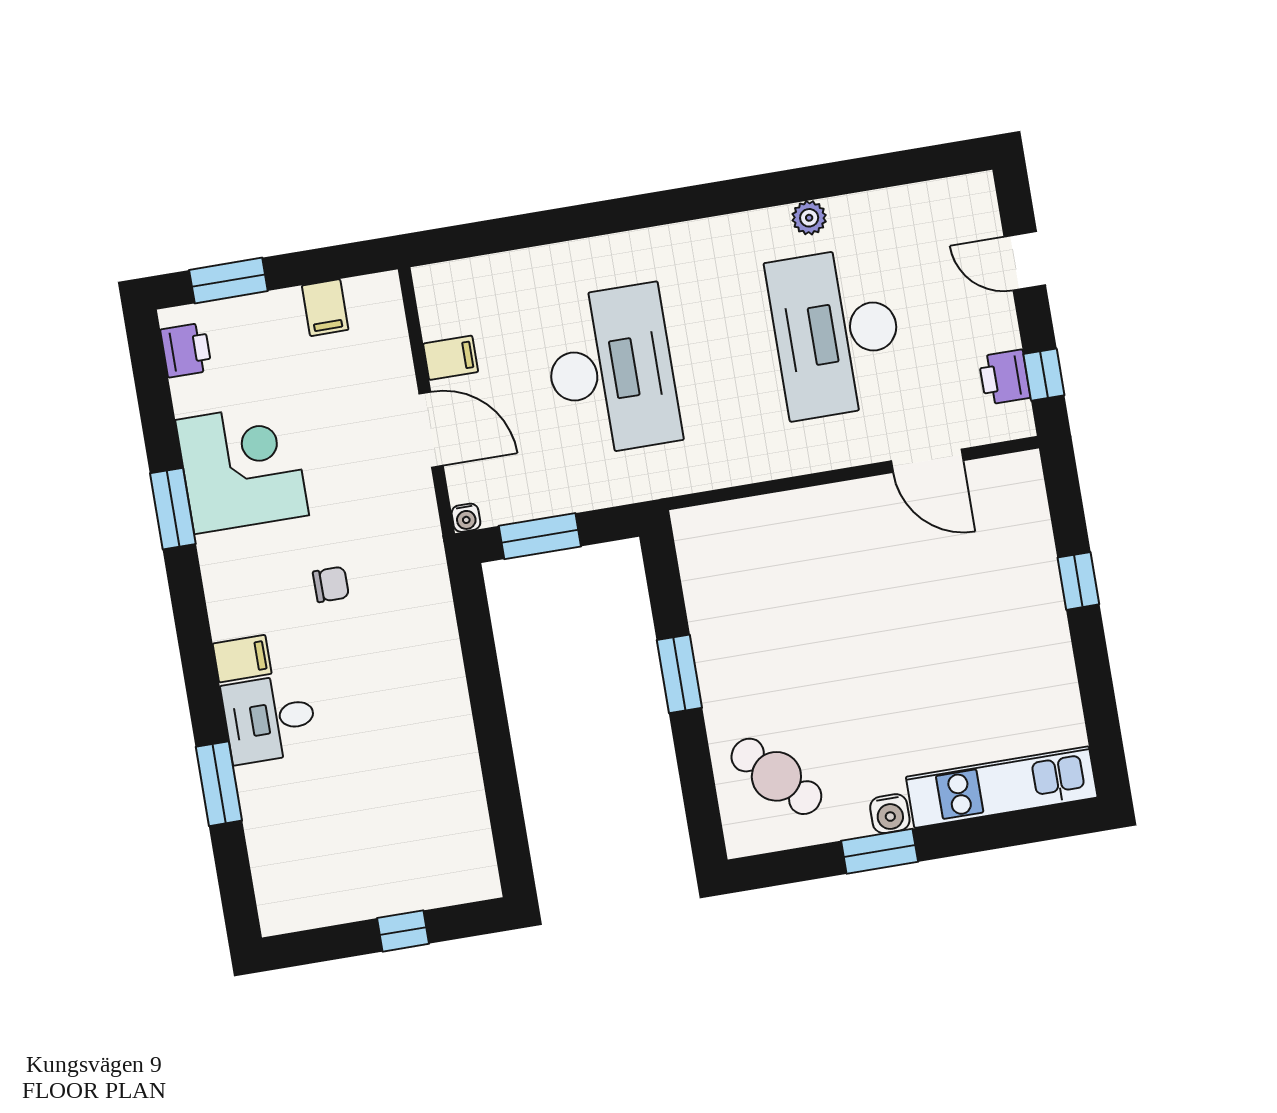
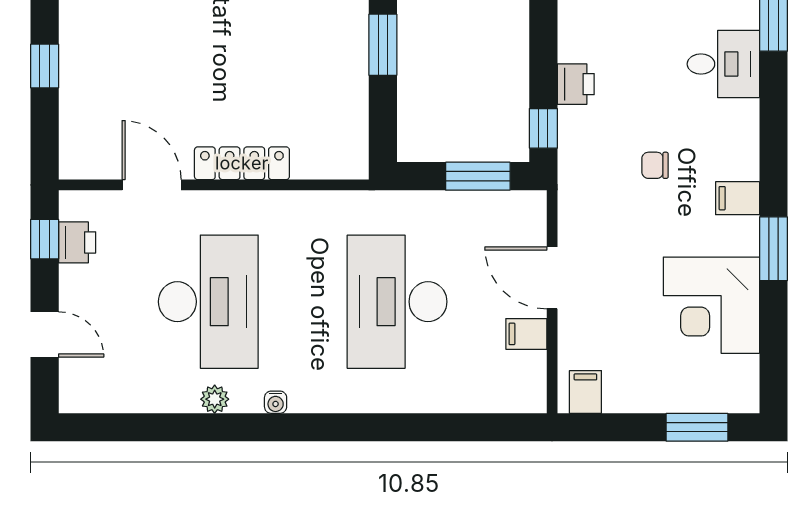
filing cabinet: (325, 308) -> (585, 392), moved
printer: (186, 350) -> (576, 84), moved, turned 180
corner desk: (242, 468) -> (711, 305), moved
locker: (824, 504) -> (242, 163), added
water cooler: (466, 518) -> (276, 402), moved, turned 180
window: (471, 606) -> (543, 128), added
filing cabinet: (242, 659) -> (738, 198), moved

